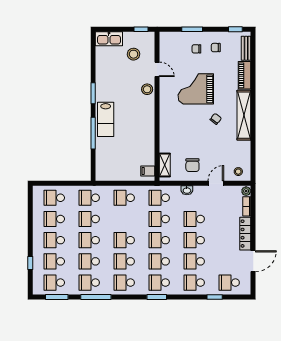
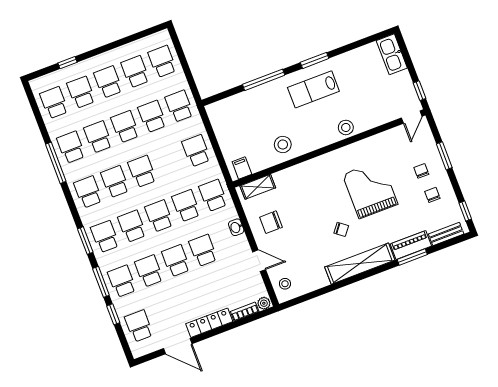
stool: (134, 54) -> (283, 145), moved
door: (157, 69) -> (412, 117), moved
window: (253, 77) -> (412, 257), added
lab bench: (106, 119) -> (313, 89), moved
window: (57, 297) -> (101, 282), moved

